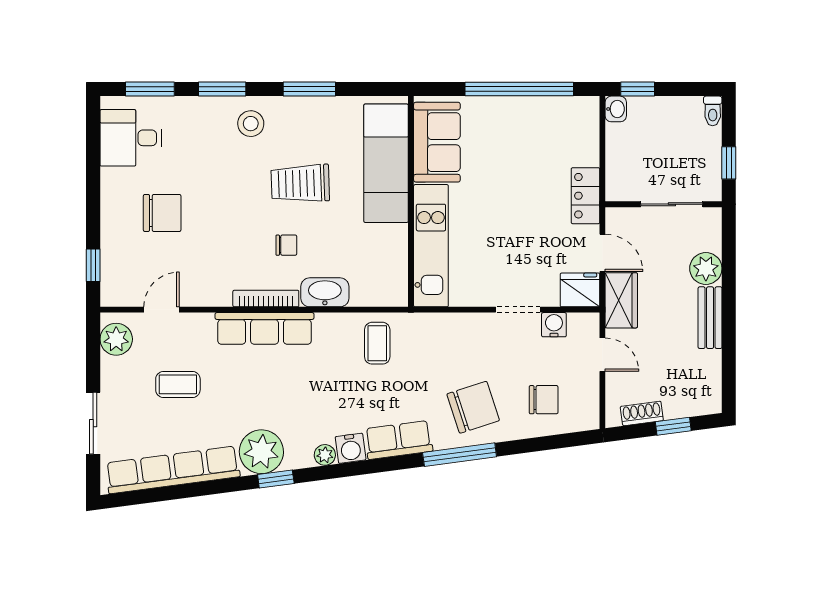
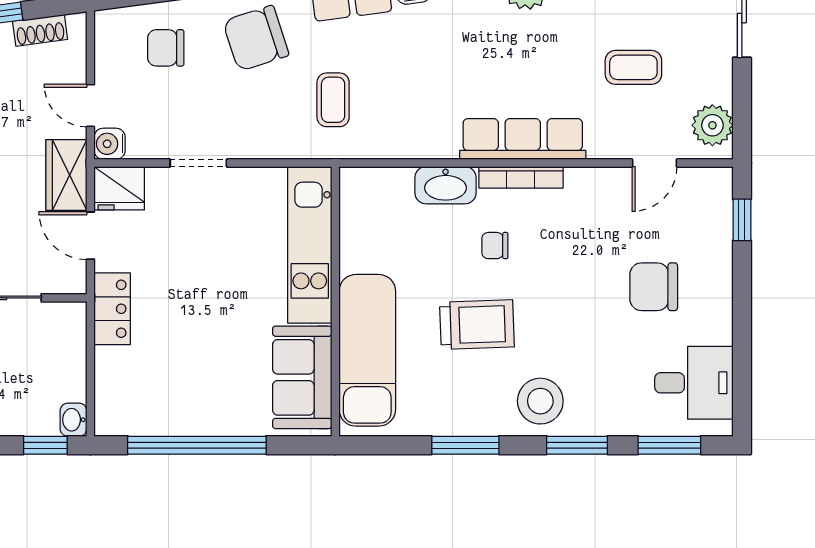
stool: (251, 124) -> (540, 401), width x1.38, depth x1.38
water cooler: (554, 325) -> (110, 144), moved, turned 90
coffee table: (377, 343) -> (333, 100), moved

